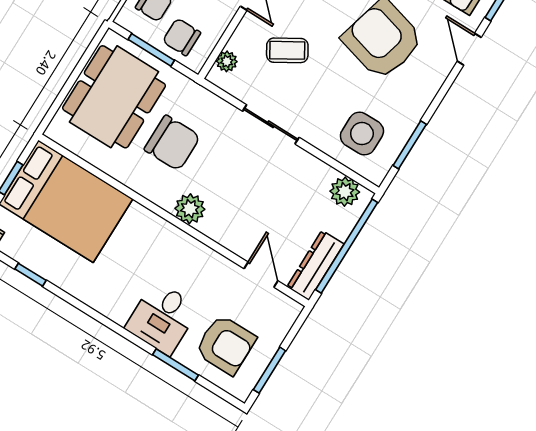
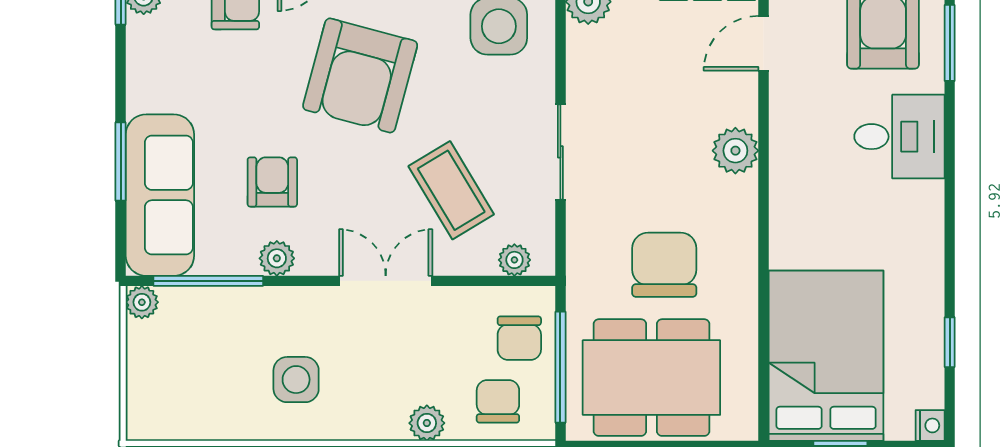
window: (151, 50) -> (560, 367), width x1.44
coffee table: (287, 50) -> (451, 190), width x1.36, depth x1.30
plant: (190, 209) -> (735, 151), moved
window: (175, 365) -> (950, 43), moved

